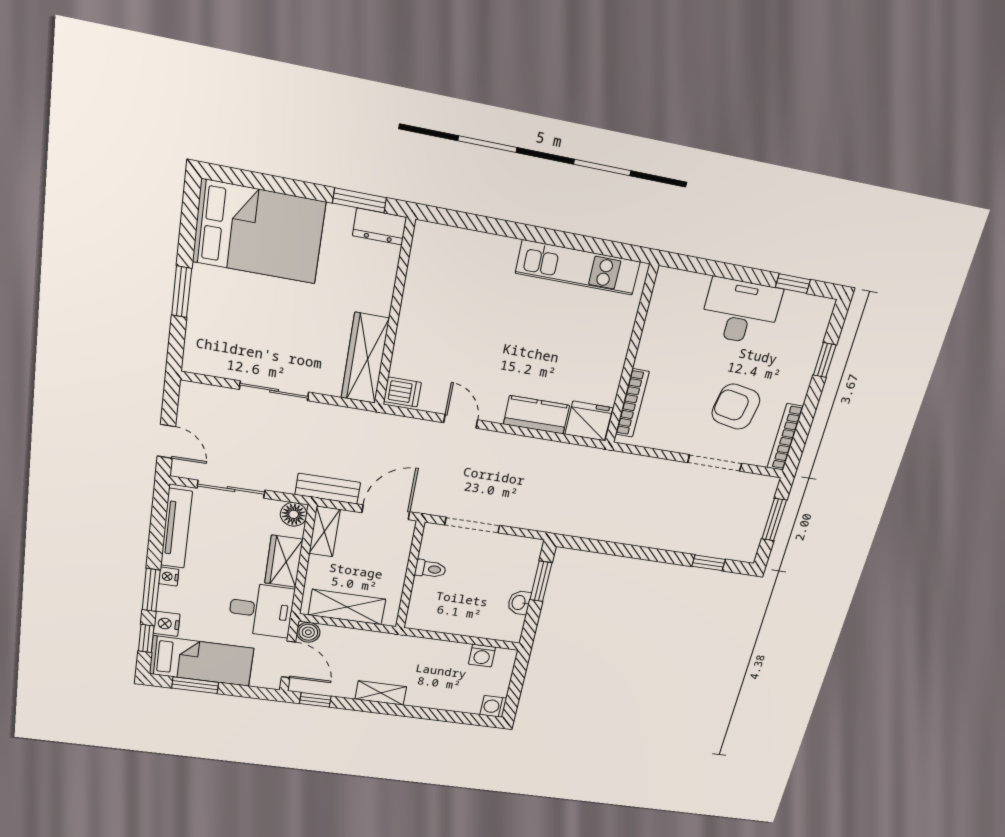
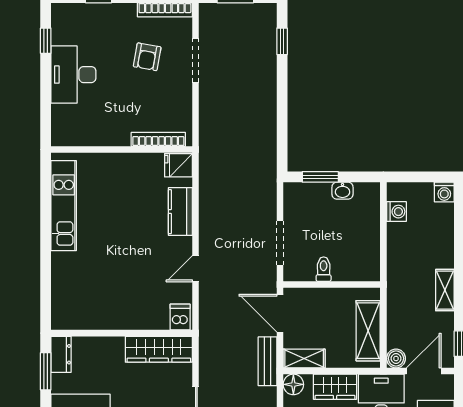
armchair: (736, 407) -> (147, 57), width x0.72, depth x0.72
fridge: (589, 421) -> (178, 165), width x0.72

